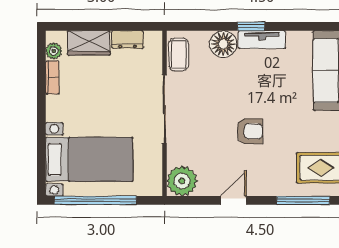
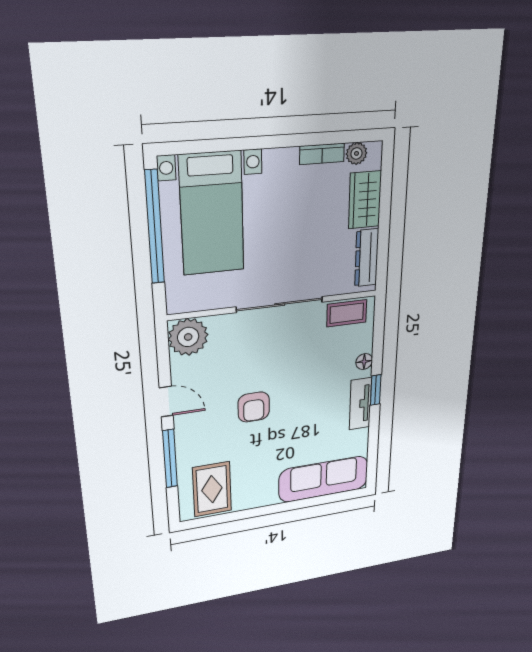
dresser: (128, 40) -> (367, 258), width x1.44
floor lamp: (223, 44) -> (364, 361), width x0.53, depth x0.53
window: (303, 200) -> (170, 459), moved

